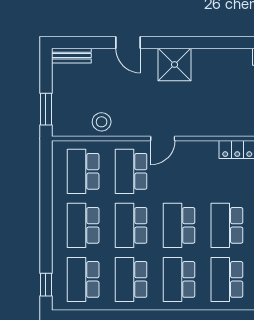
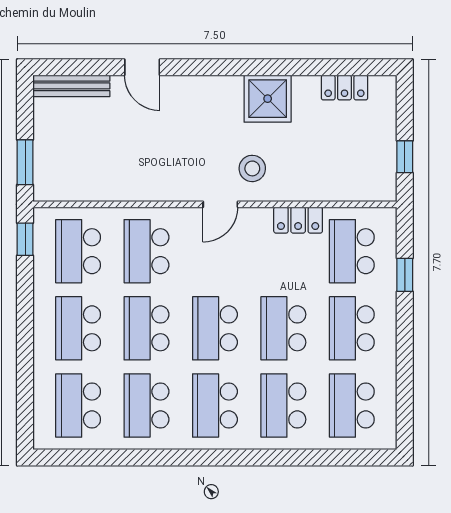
bench: (71, 56) -> (71, 86), width x1.36
shower: (174, 65) -> (268, 99), moved
stool: (102, 122) -> (252, 168), moved
door: (163, 139) -> (220, 204), moved
window: (46, 285) -> (25, 239), moved

